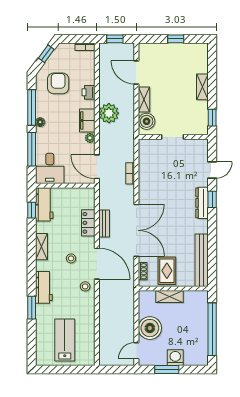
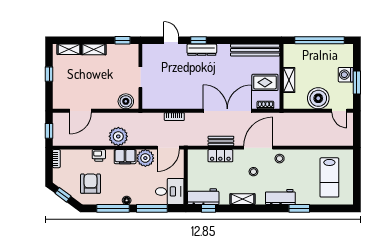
armchair: (58, 83) -> (90, 184), turned 90
shelving: (144, 99) -> (69, 49), moved
plant: (90, 138) -> (145, 158), width x1.88, depth x1.88
lab bench: (65, 340) -> (329, 177), turned -90

